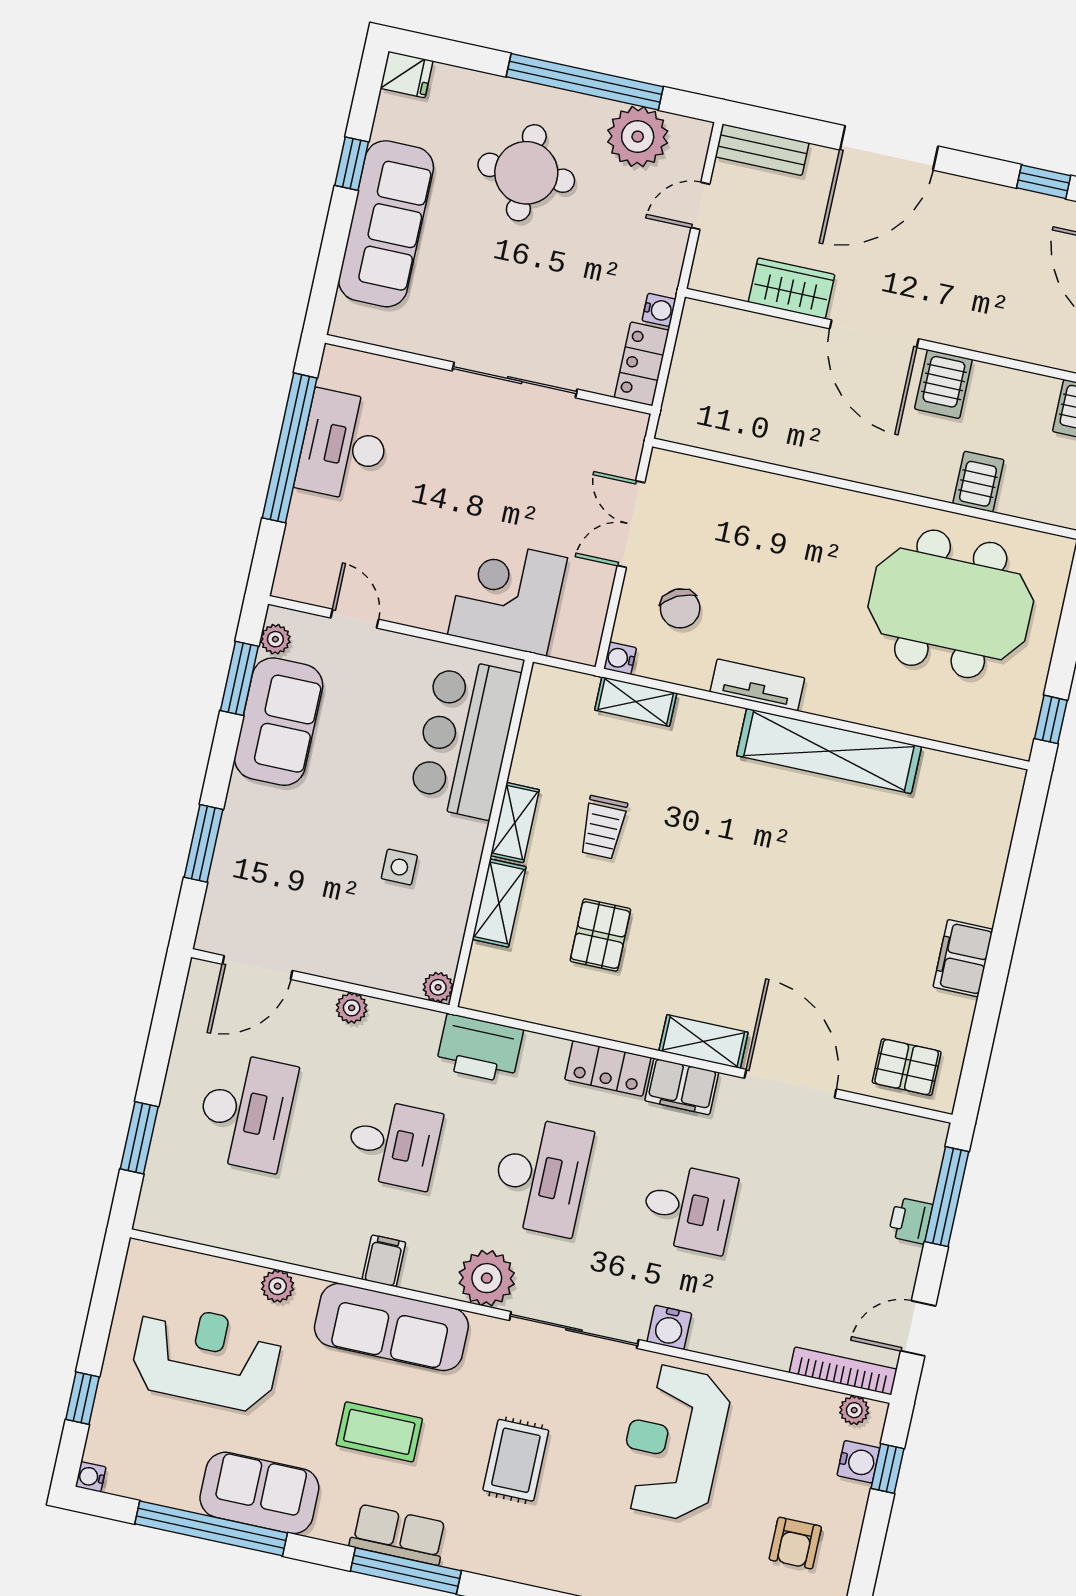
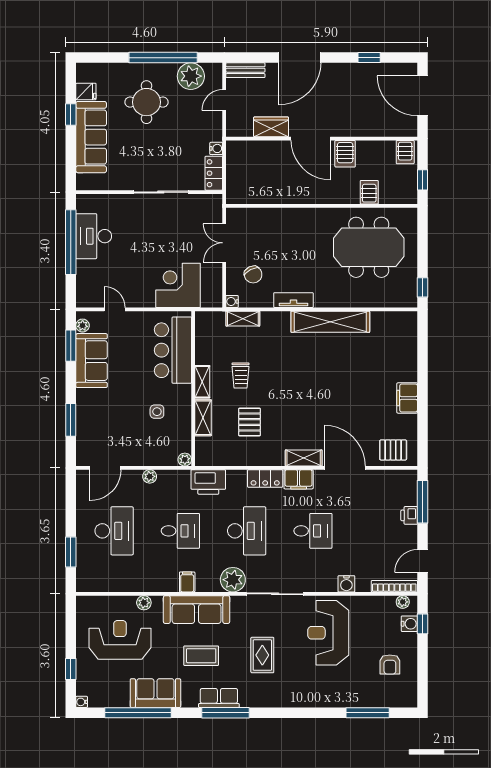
fridge: (407, 74) -> (86, 91), moved
water cooler: (669, 1327) -> (346, 584), moved

